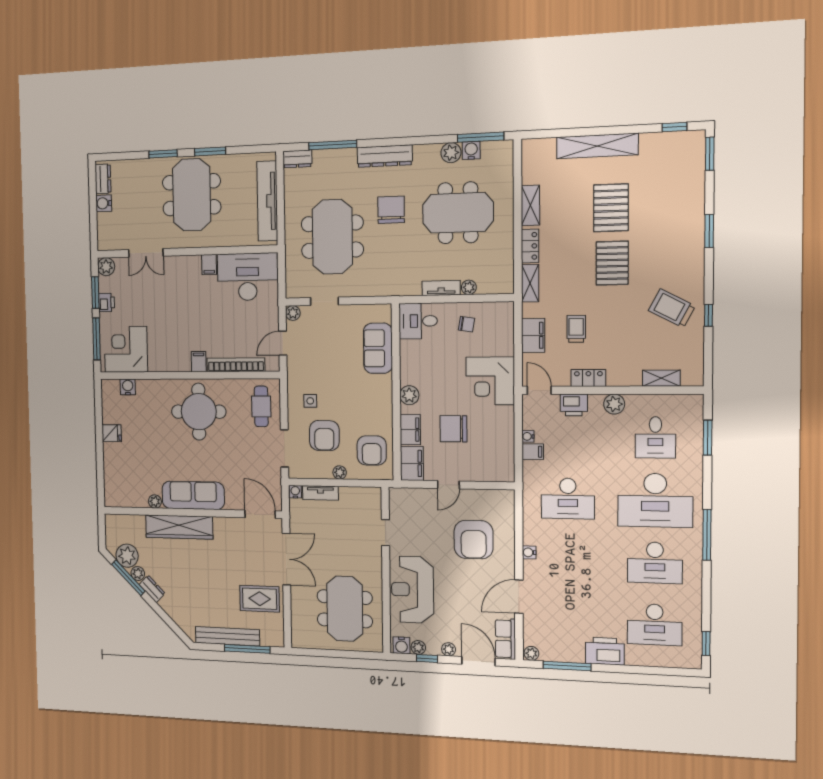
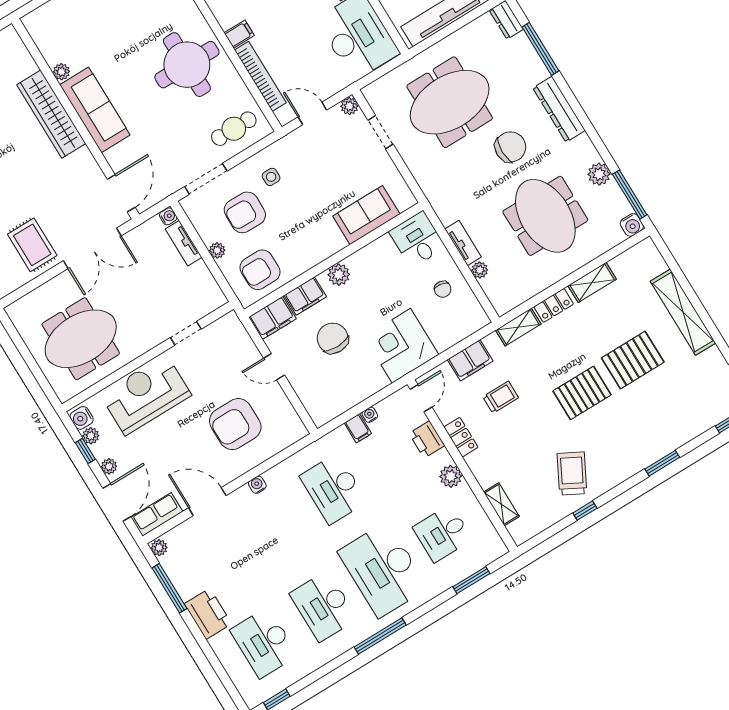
water cooler: (471, 150) -> (632, 225), moved, turned 90

